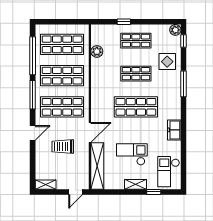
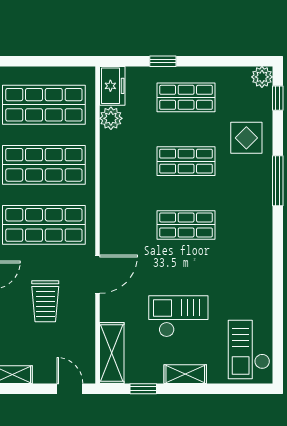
shop shelf: (136, 107) -> (186, 225), width x0.70, depth x0.74
freezer: (174, 130) -> (112, 86), moved, turned 180
trolley: (63, 147) -> (45, 301), turned -90
shelving: (97, 166) -> (112, 353), width x0.68
door: (76, 192) -> (70, 389), swing flipped
window: (154, 192) -> (143, 389), moved

